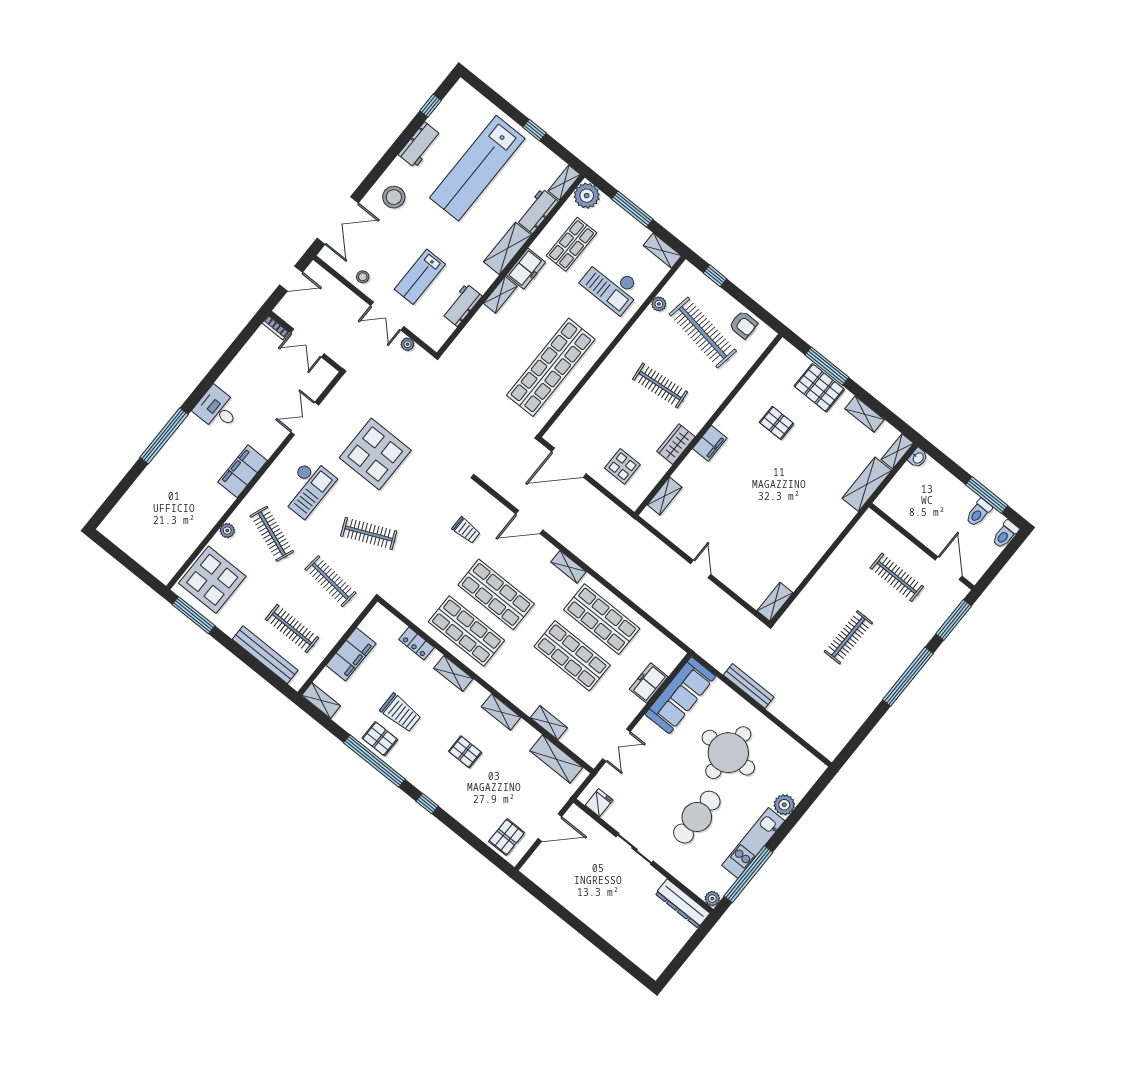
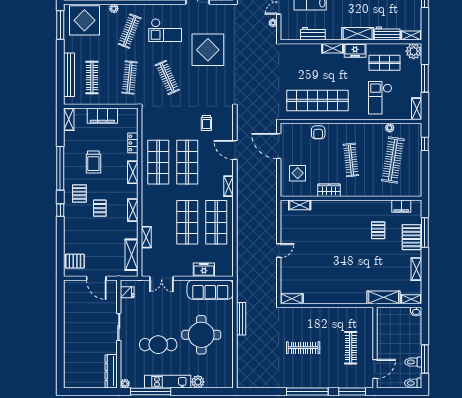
armchair: (743, 325) -> (318, 132), moved
filing cabinet: (710, 443) -> (401, 206), moved
pallet: (380, 739) -> (79, 193), moved

